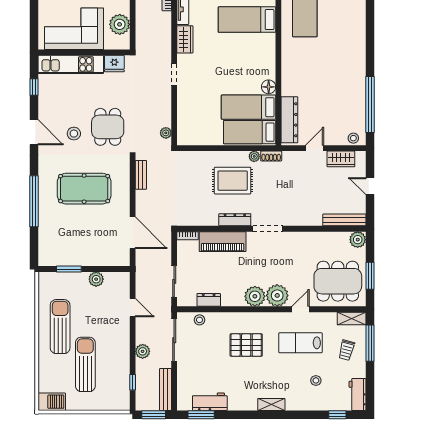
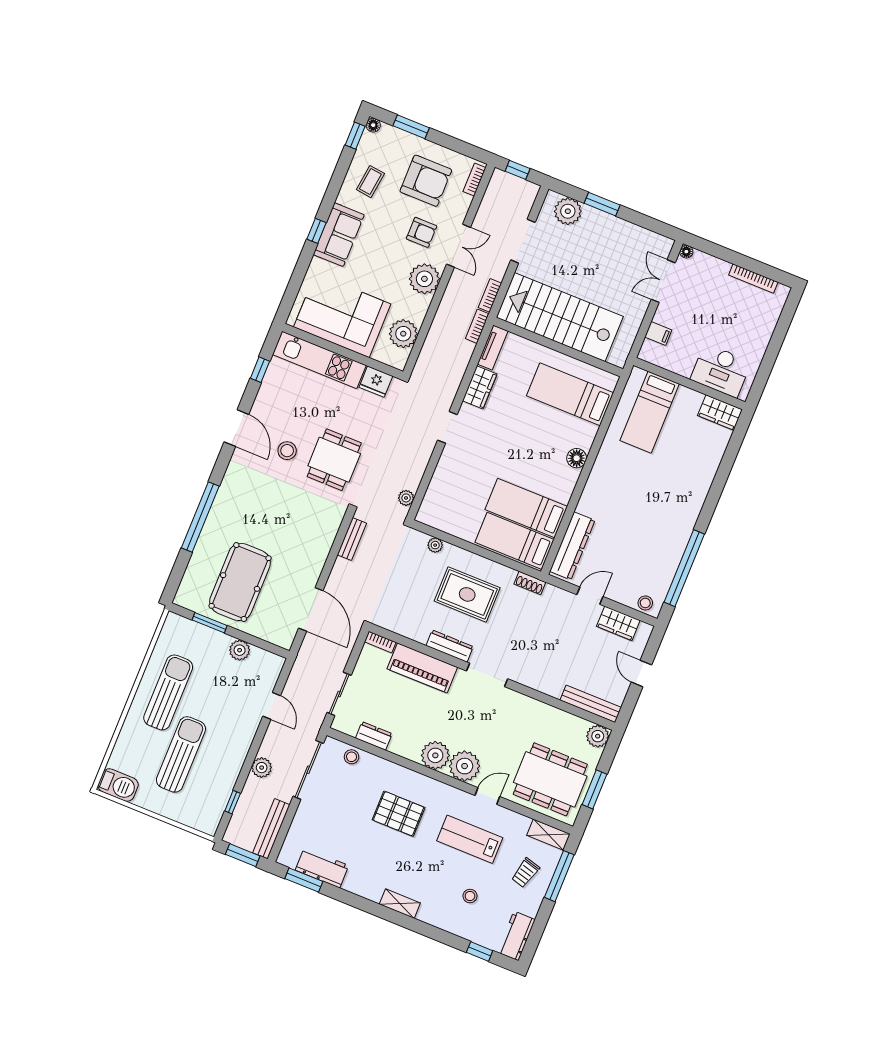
floor lamp: (269, 87) -> (577, 458), moved
plant: (254, 156) -> (435, 545), moved
pool table: (84, 189) -> (240, 582), moved, turned 90

